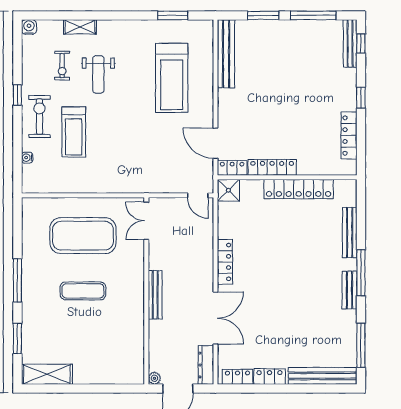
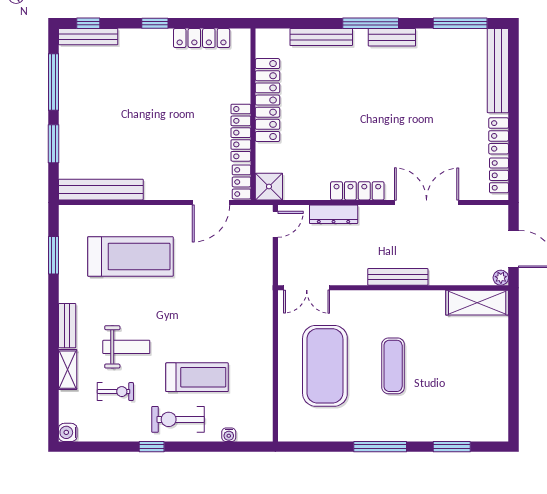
bench: (116, 26) -> (67, 326), added
dresser: (206, 365) -> (334, 214), moved
shelving: (47, 374) -> (477, 303), moved, turned 90

